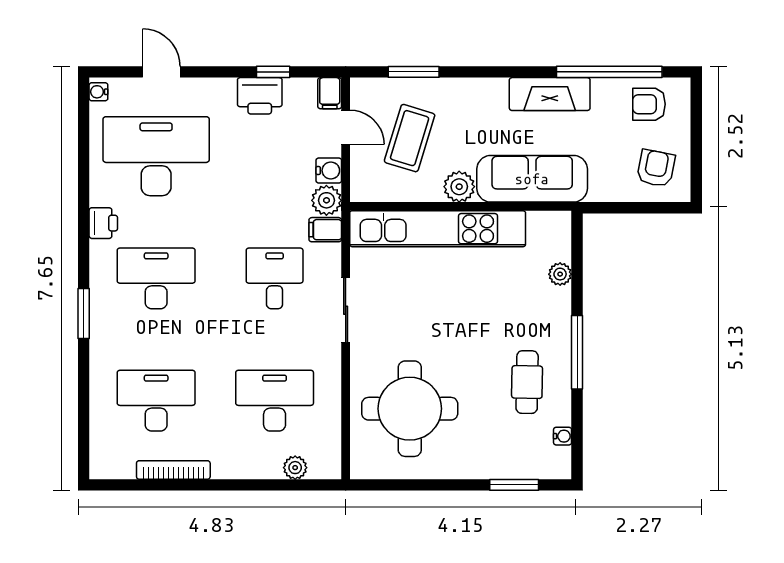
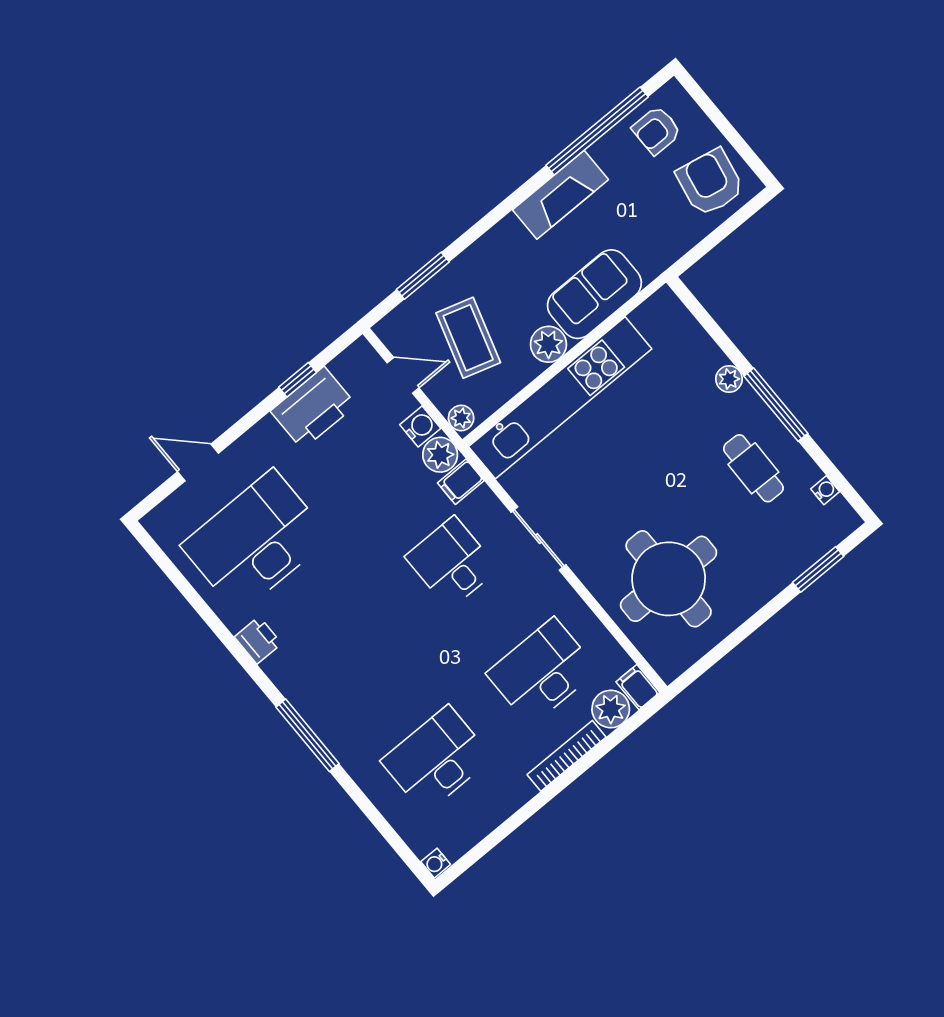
water cooler: (98, 92) -> (436, 863), moved
filing cabinet: (330, 93) -> (638, 687), moved, turned 180
printer: (260, 96) -> (313, 408), width x1.37, depth x1.19
armchair: (656, 168) -> (710, 182), width x1.38, depth x1.38
sofa: (532, 179) -> (594, 294), width x0.73
plant: (361, 187) -> (461, 418), added
plant: (560, 274) -> (729, 379), moved
desk: (156, 278) -> (346, 650), removed
window: (84, 314) -> (307, 735), width x1.44
plant: (295, 468) -> (611, 709), width x1.38, depth x1.38
bookcase: (173, 470) -> (567, 756), moved

